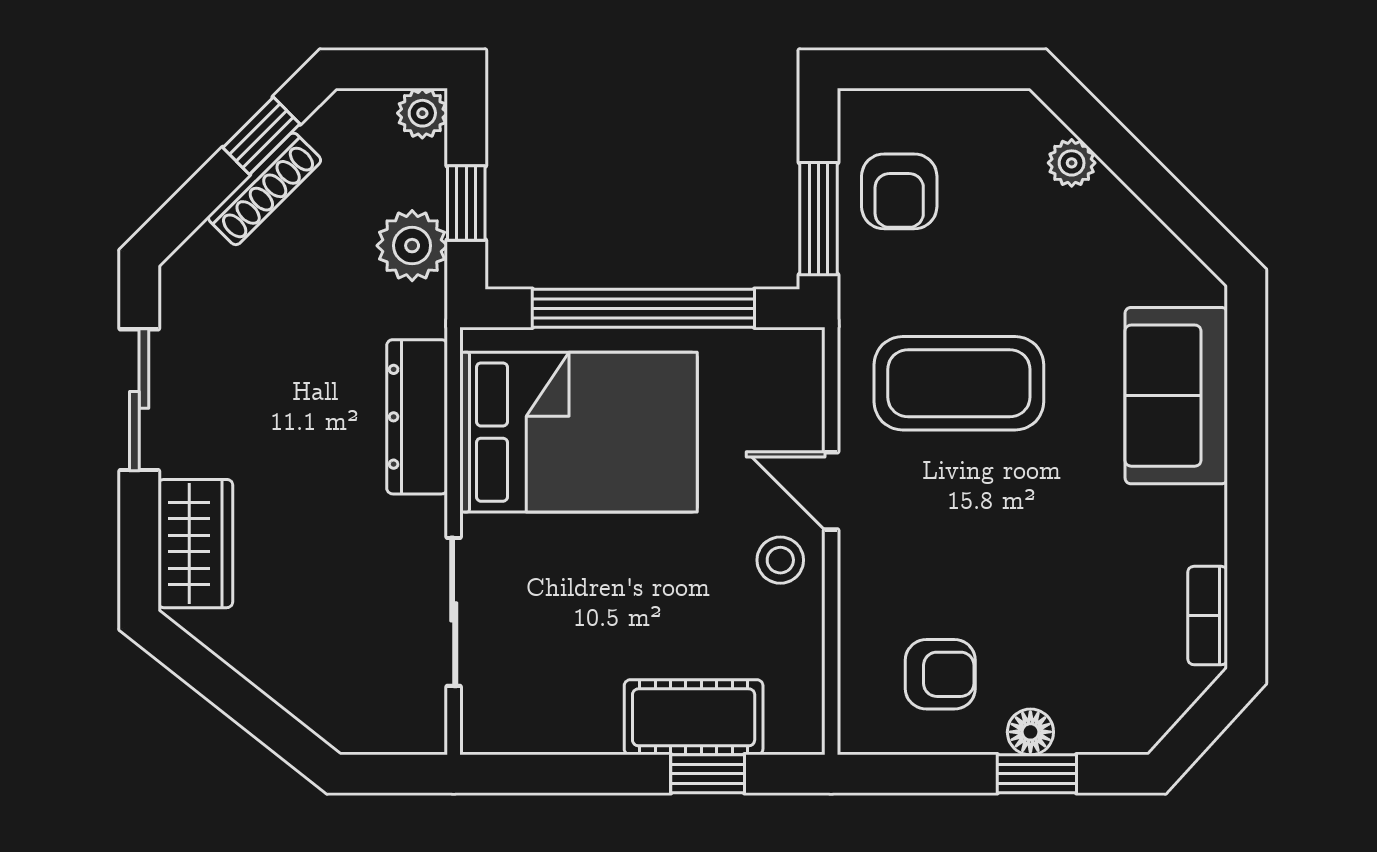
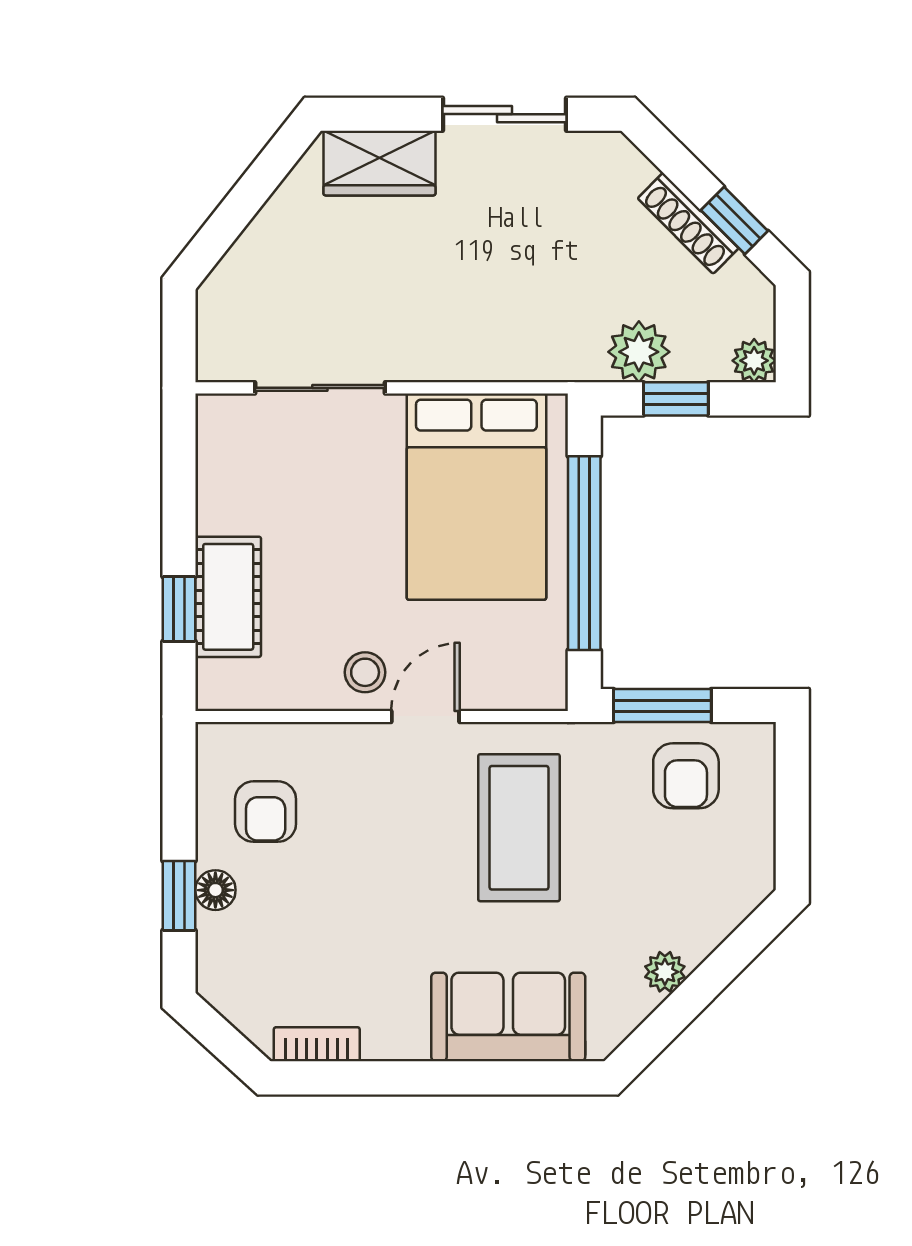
plant: (1072, 163) -> (665, 972), moved
armchair: (899, 191) -> (686, 776), turned -90
dresser: (417, 417) -> (490, 356), removed

